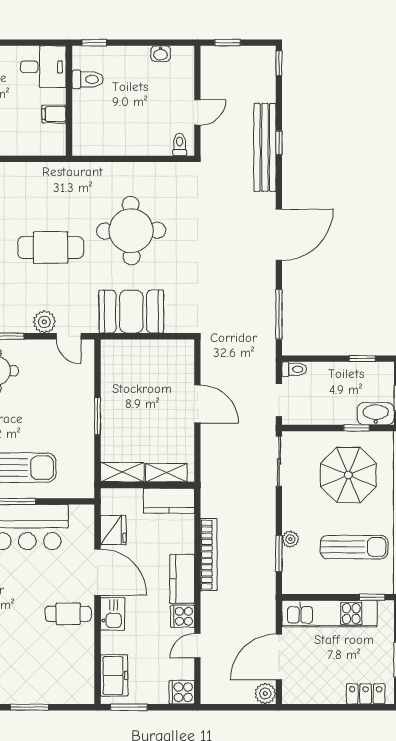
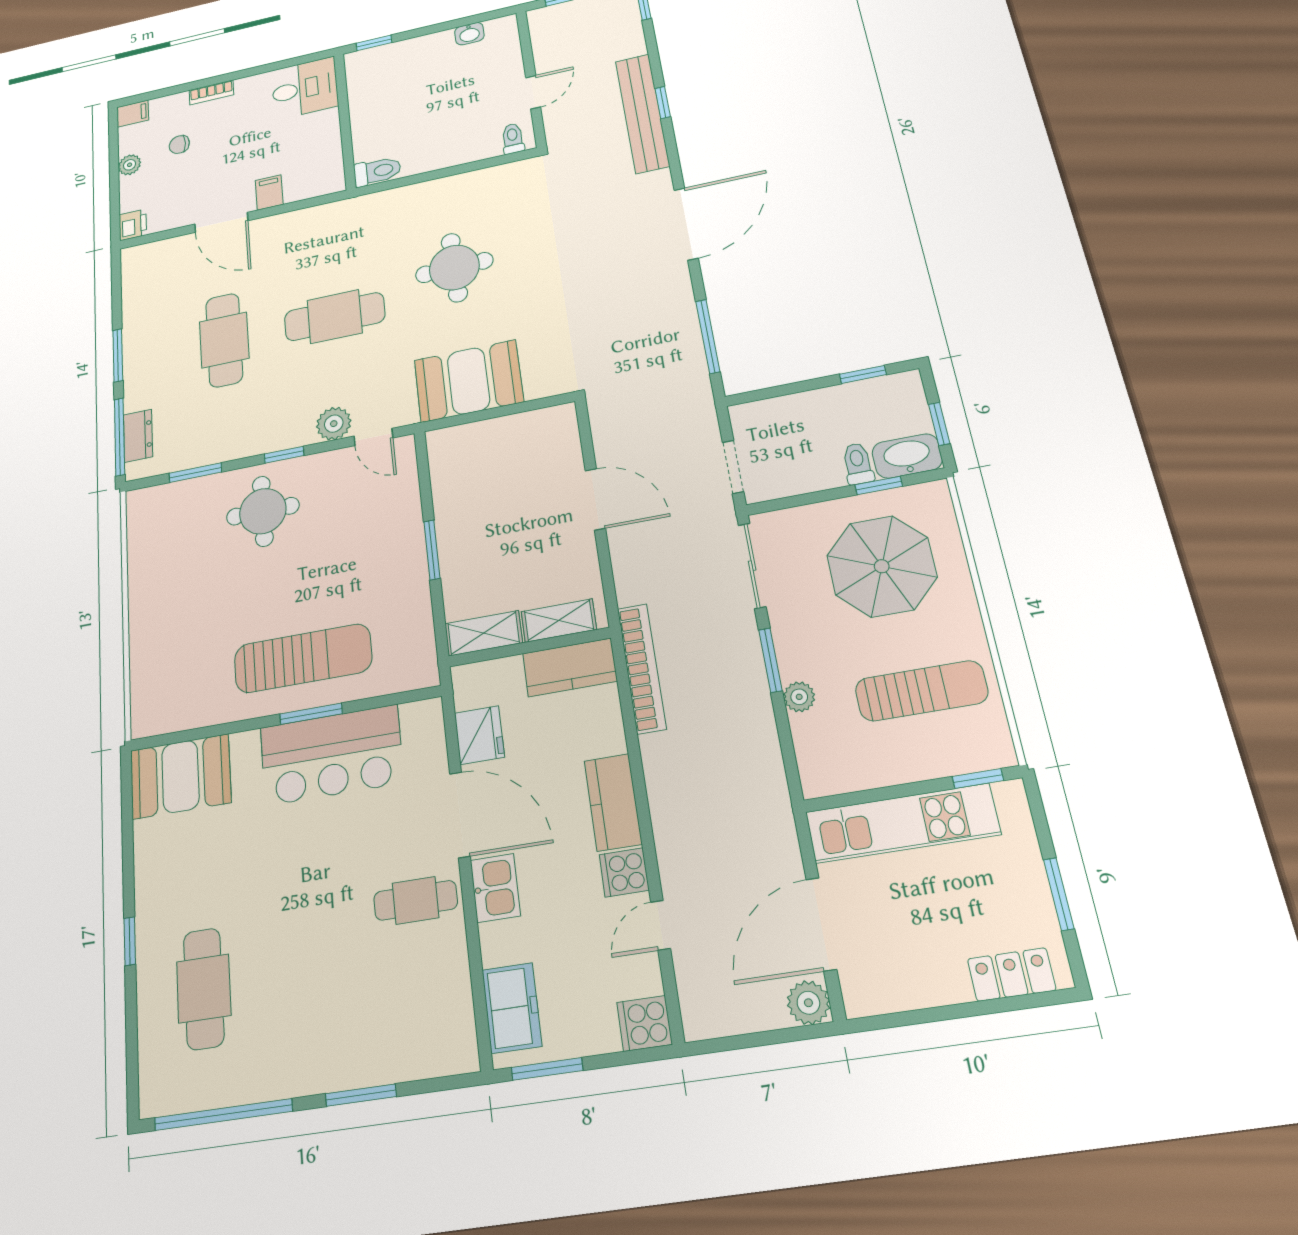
toilet: (88, 79) -> (377, 171), moved
filing cabinet: (54, 114) -> (269, 192), moved, turned 90
round table: (131, 231) -> (454, 268), width x0.73, depth x0.73
toilet: (294, 369) -> (858, 464), moved, turned -90
window: (279, 554) -> (770, 660), moved
bookcase: (209, 555) -> (642, 668), moved

